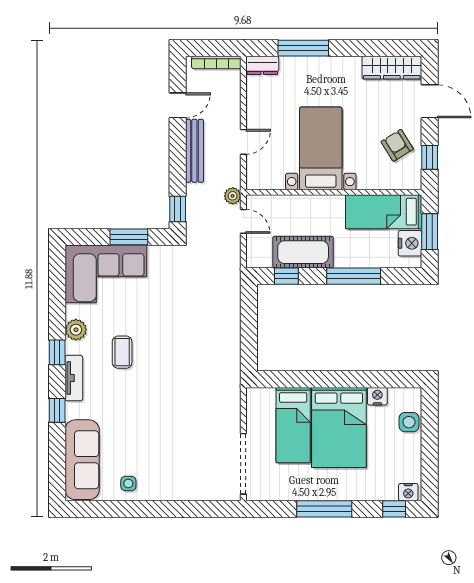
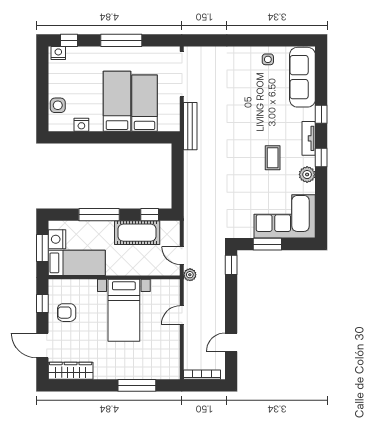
dresser: (262, 65) -> (168, 372), removed
armchair: (397, 145) -> (67, 313), turned 122
bench: (194, 151) -> (190, 126), moved
bed: (339, 428) -> (117, 101), width x0.67

